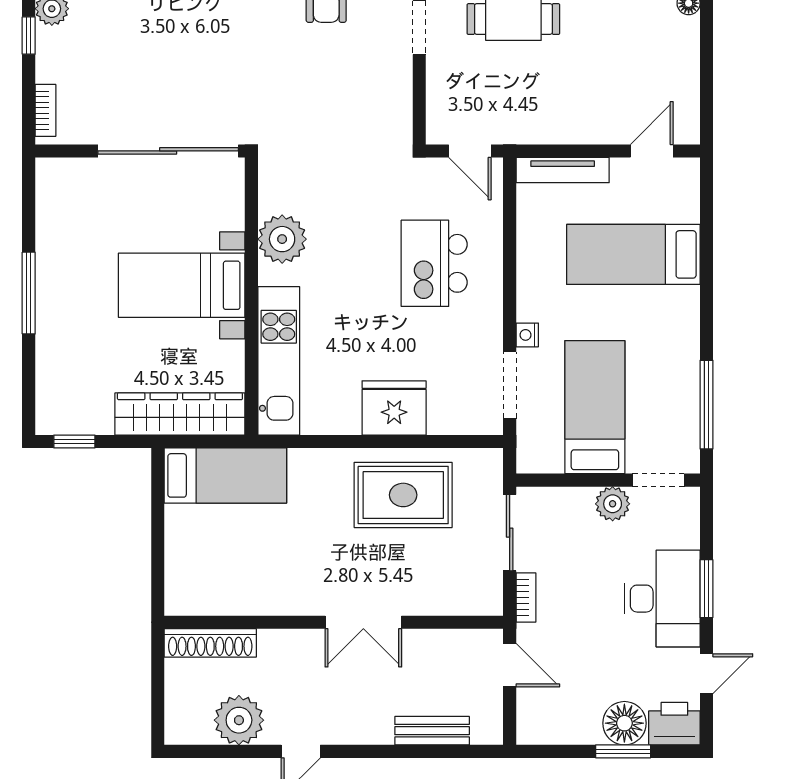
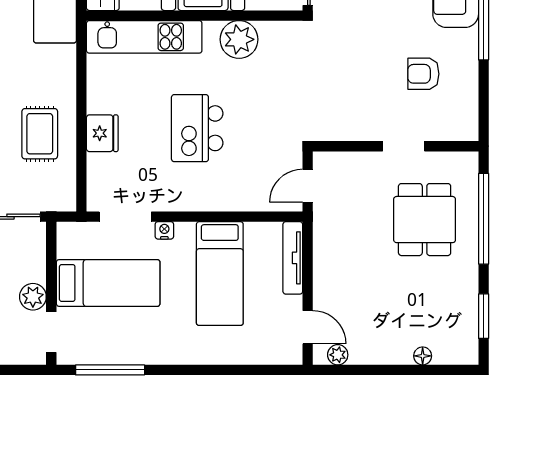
plant: (687, 112) -> (338, 355), added
bed: (633, 254) -> (220, 274), moved, turned 180
kitchen island: (434, 263) -> (197, 128), moved, turned -90
fridge: (394, 408) -> (102, 133), width x0.73, depth x0.75
rug: (403, 495) -> (40, 134), width x0.73, depth x0.70

